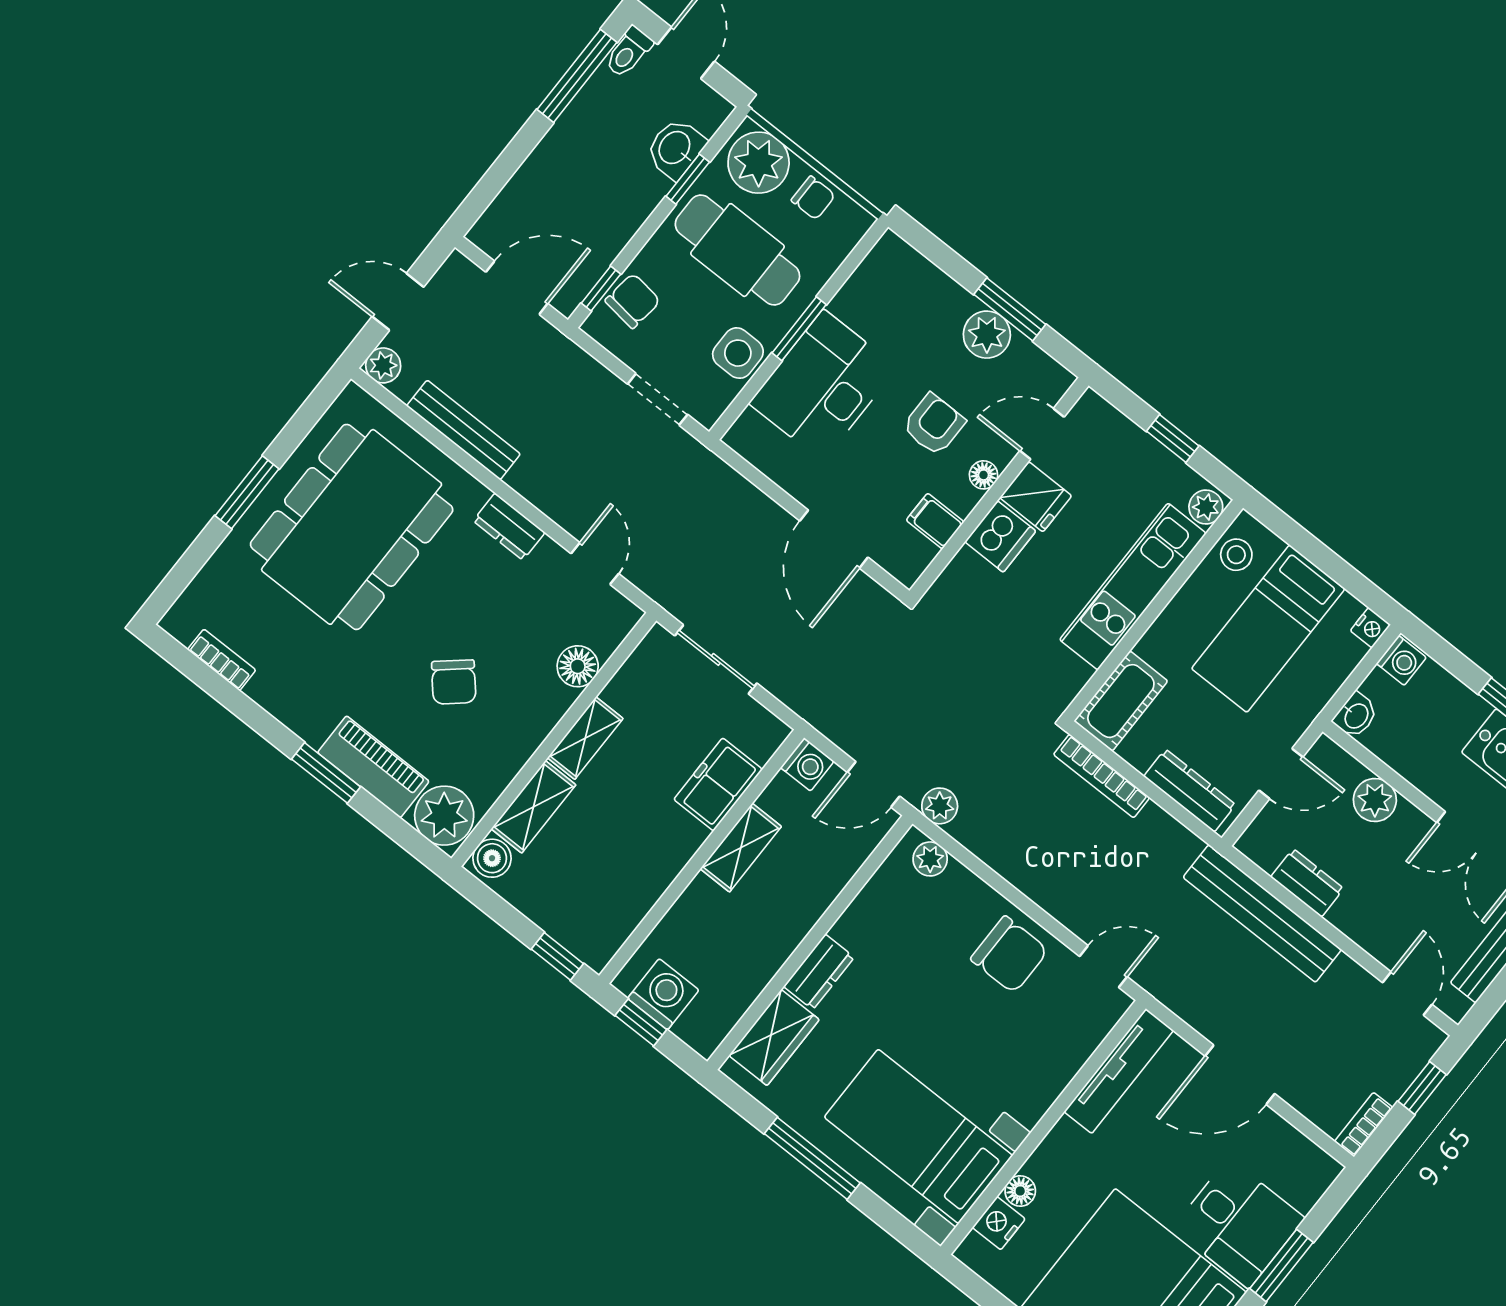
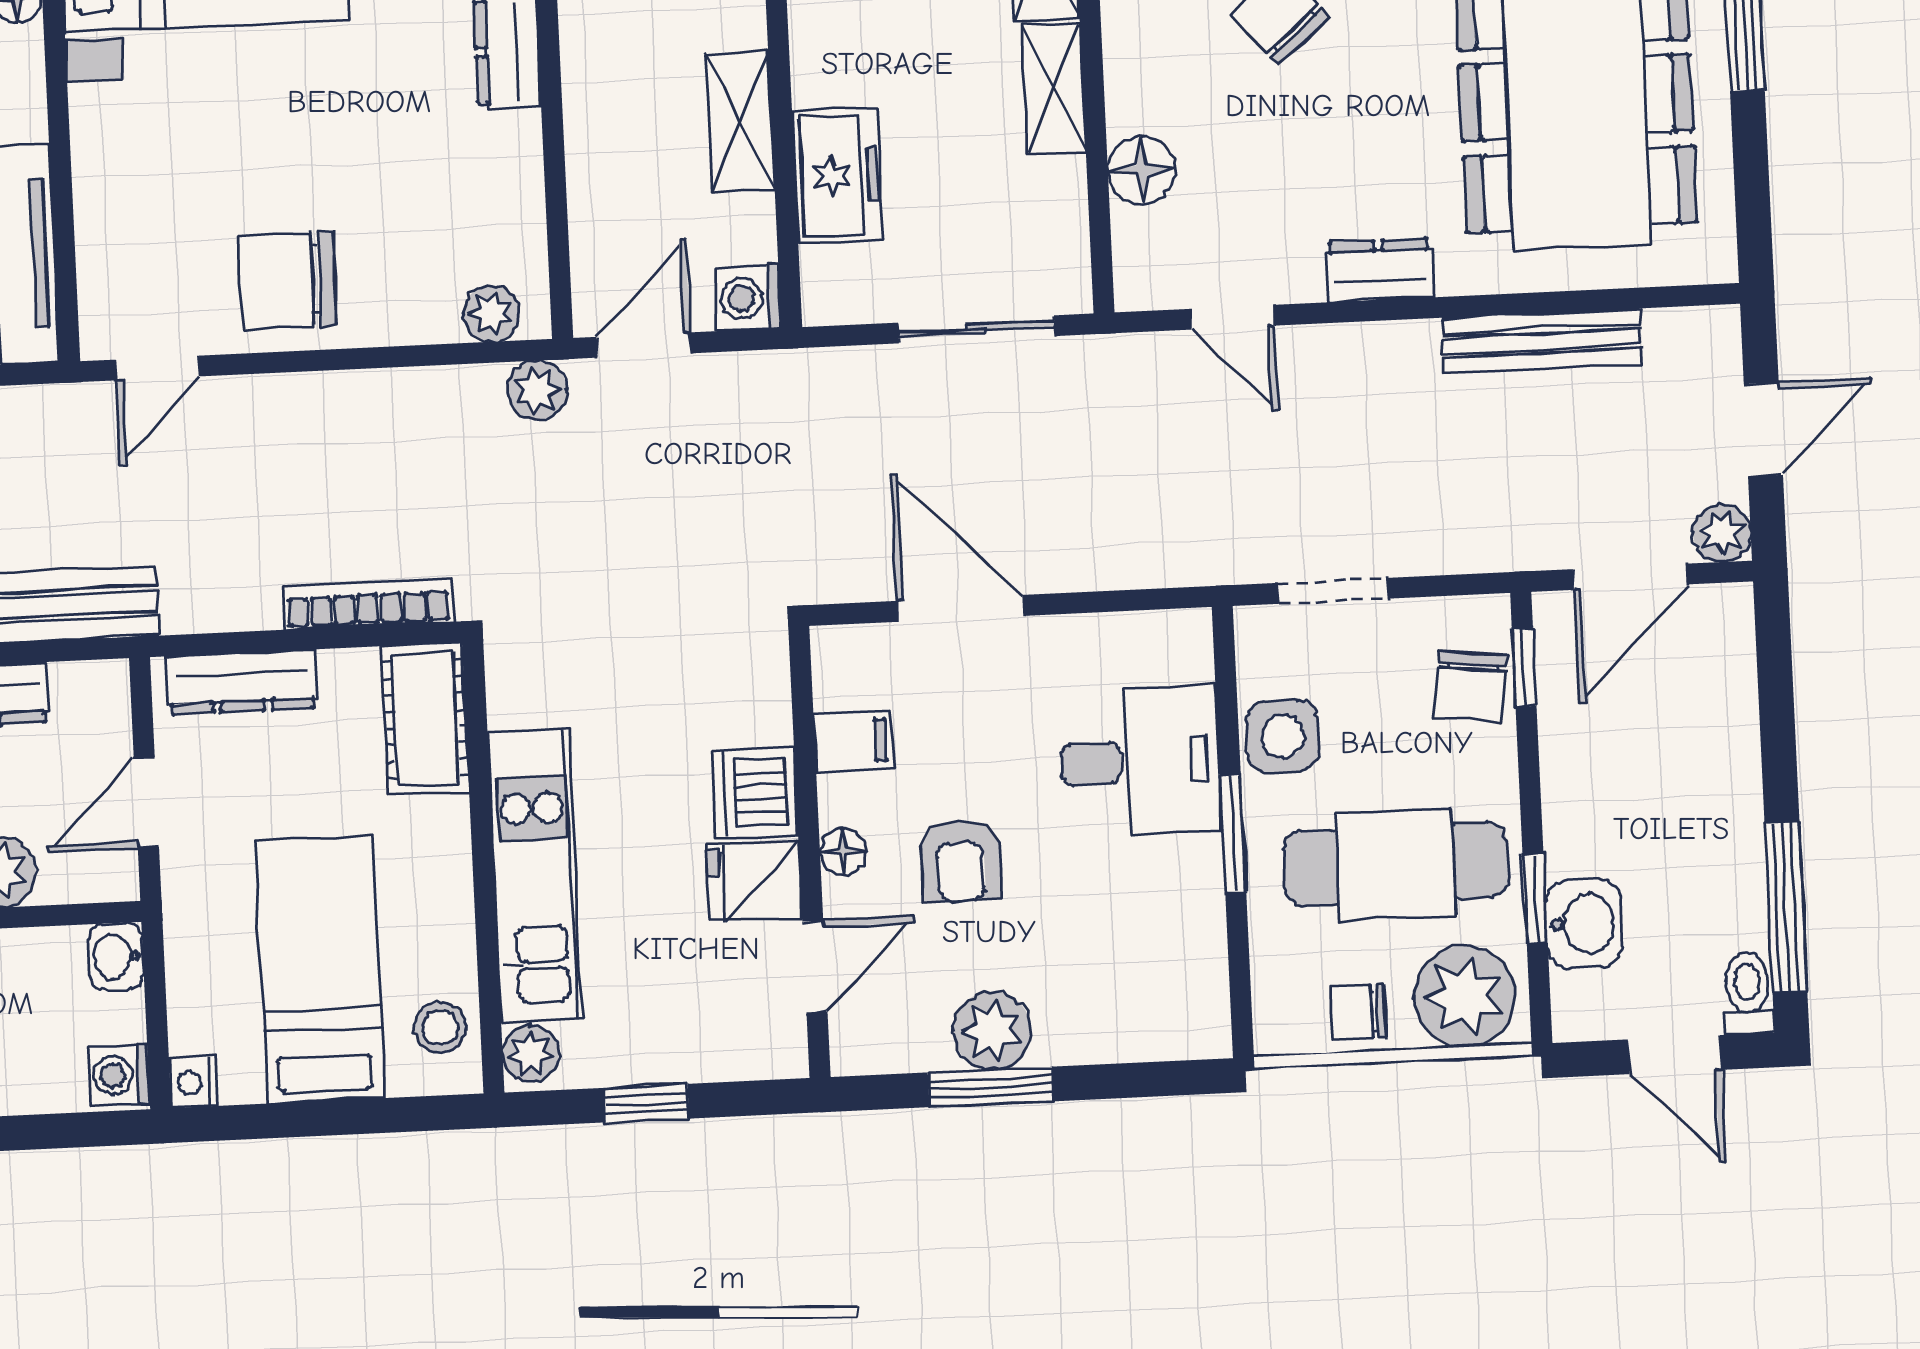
plant: (383, 365) -> (1722, 533), moved
desk: (823, 385) -> (1140, 761), width x0.73

